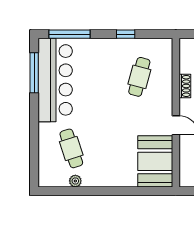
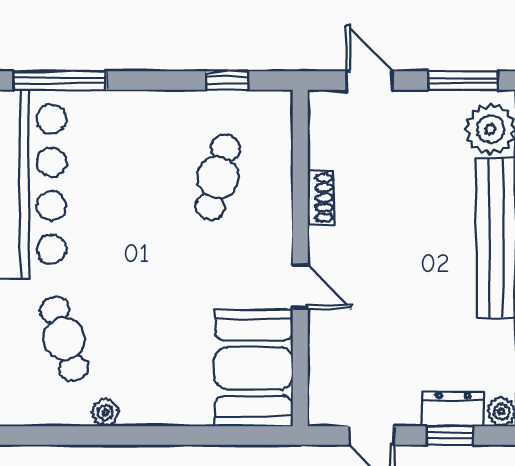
window: (126, 34) -> (227, 81), moved
plant: (75, 181) -> (105, 413), moved

